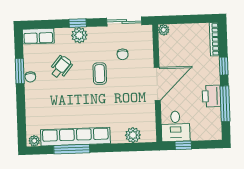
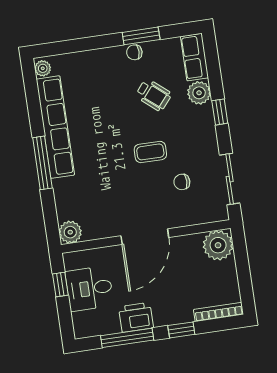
plant: (164, 30) -> (218, 245), width x1.88, depth x1.88
plant: (79, 35) -> (199, 93), moved
door: (157, 84) -> (145, 237), hinge flipped
desk: (175, 126) -> (89, 289), moved
plant: (133, 135) -> (70, 232), moved
window: (72, 149) -> (42, 163), moved

